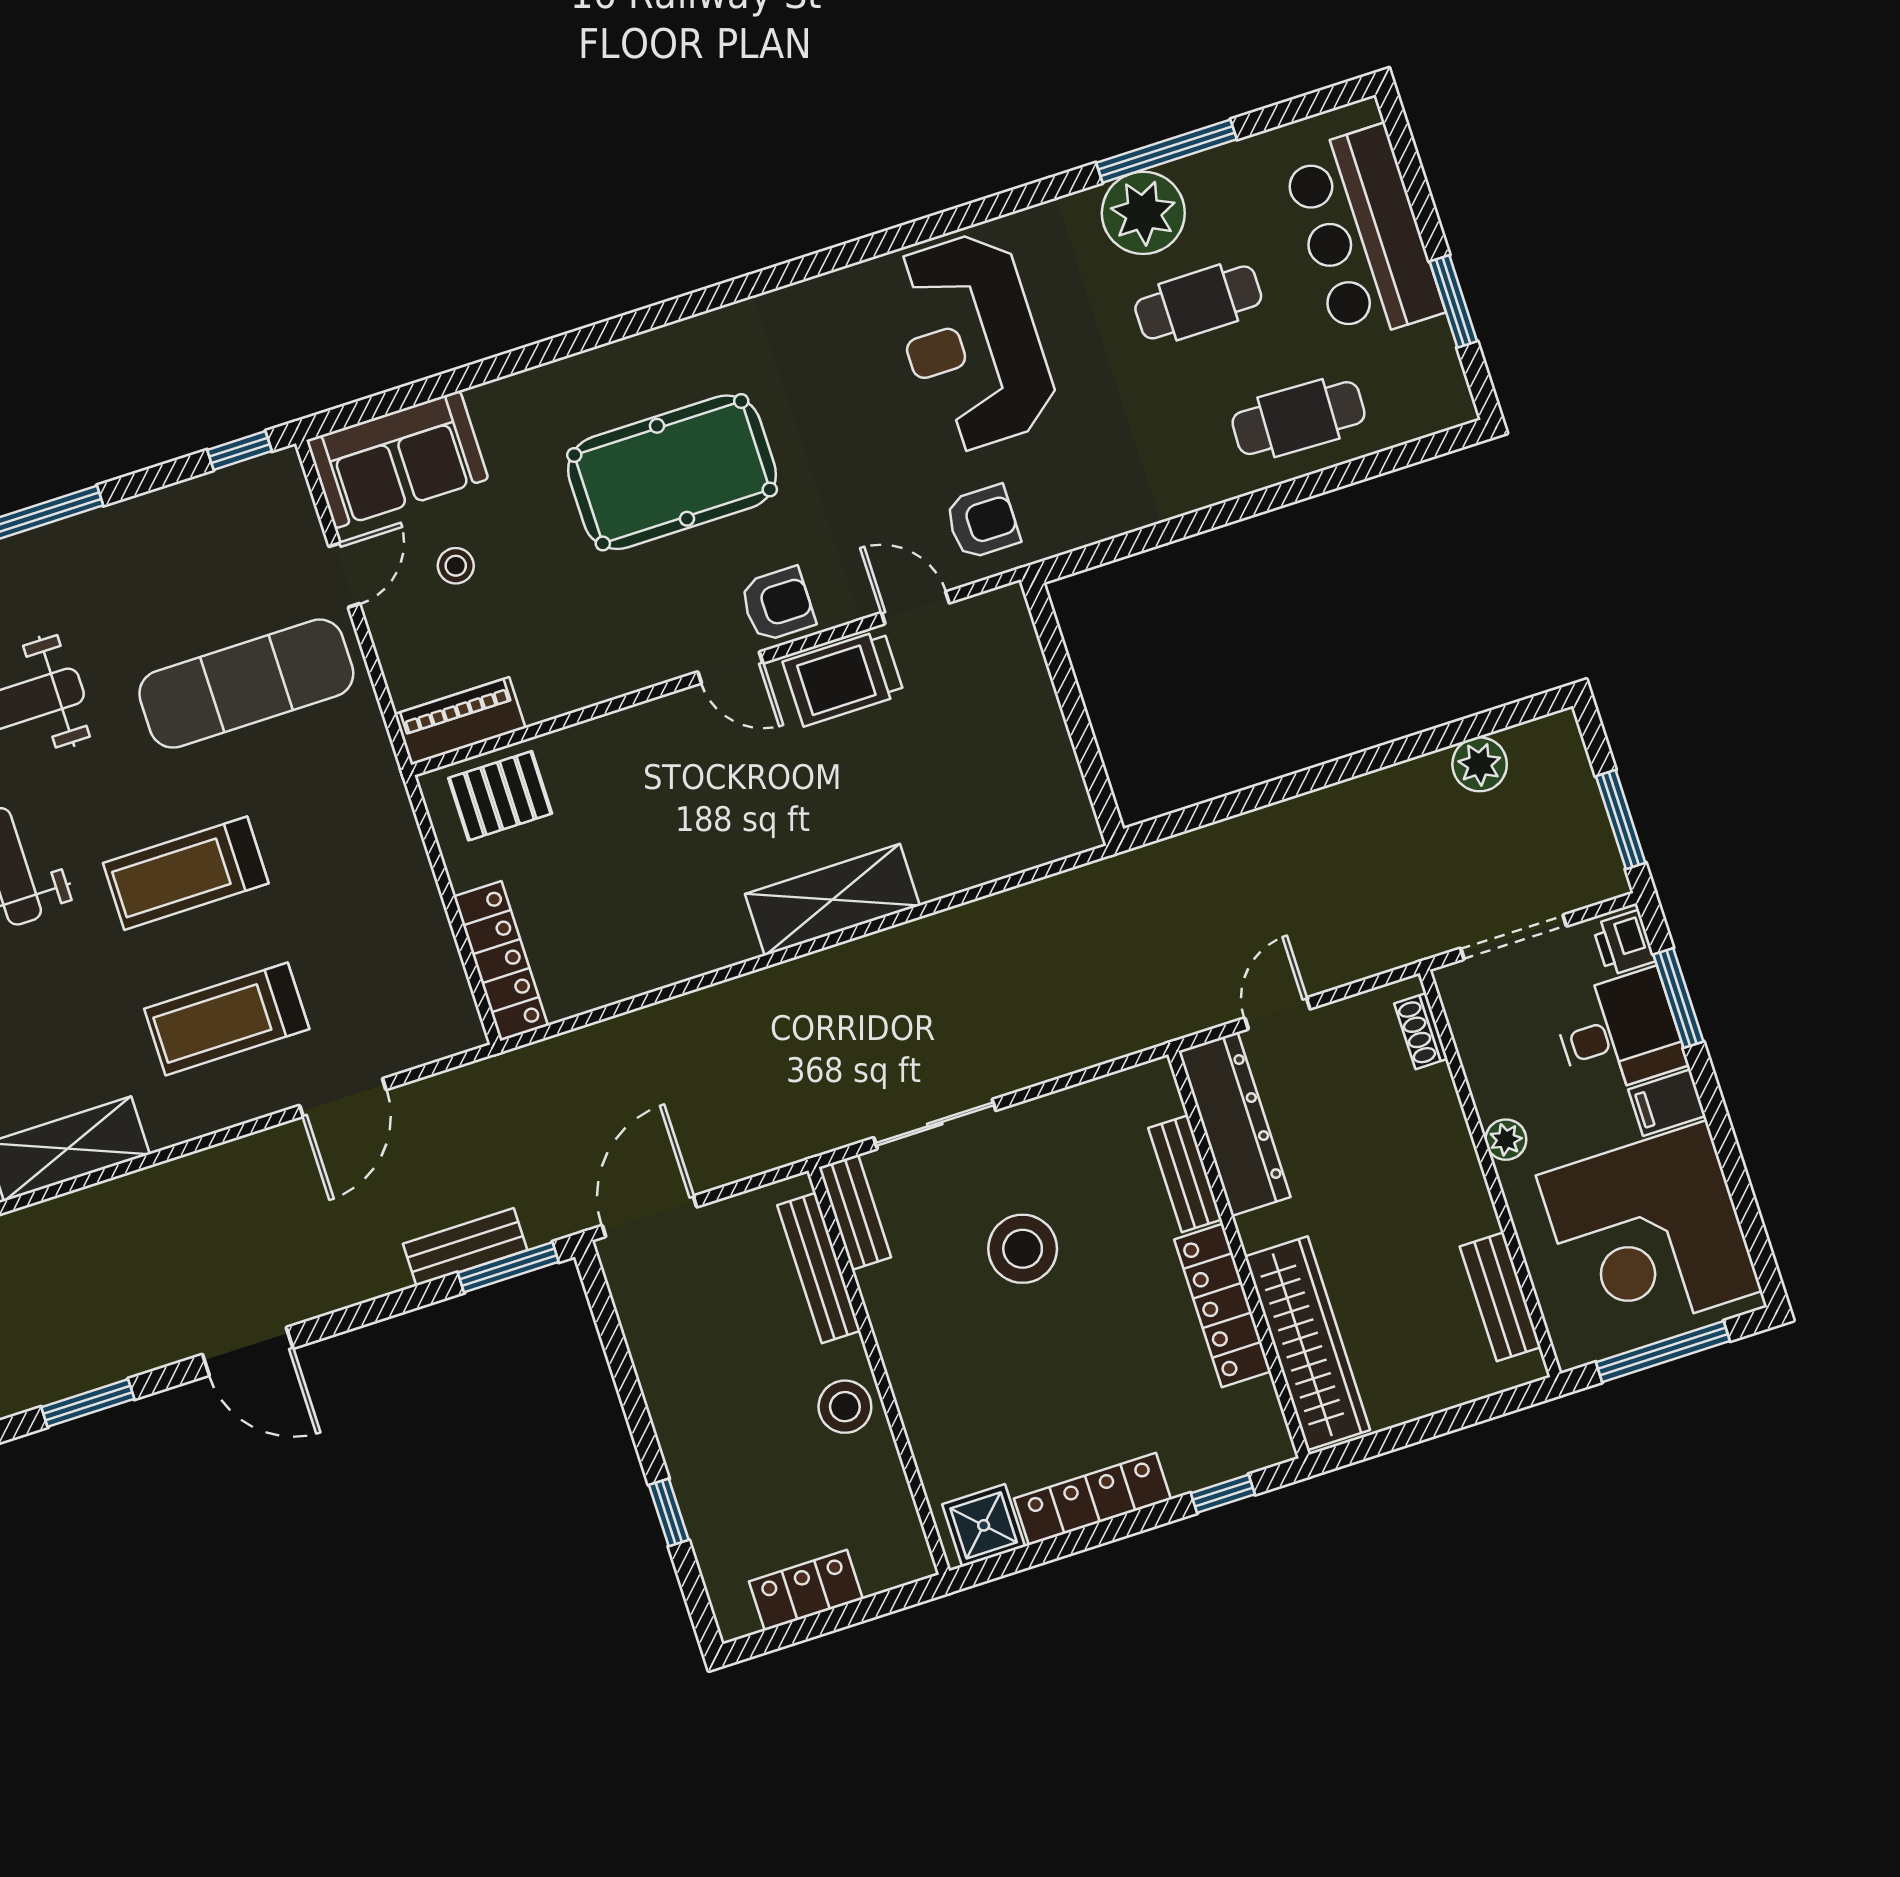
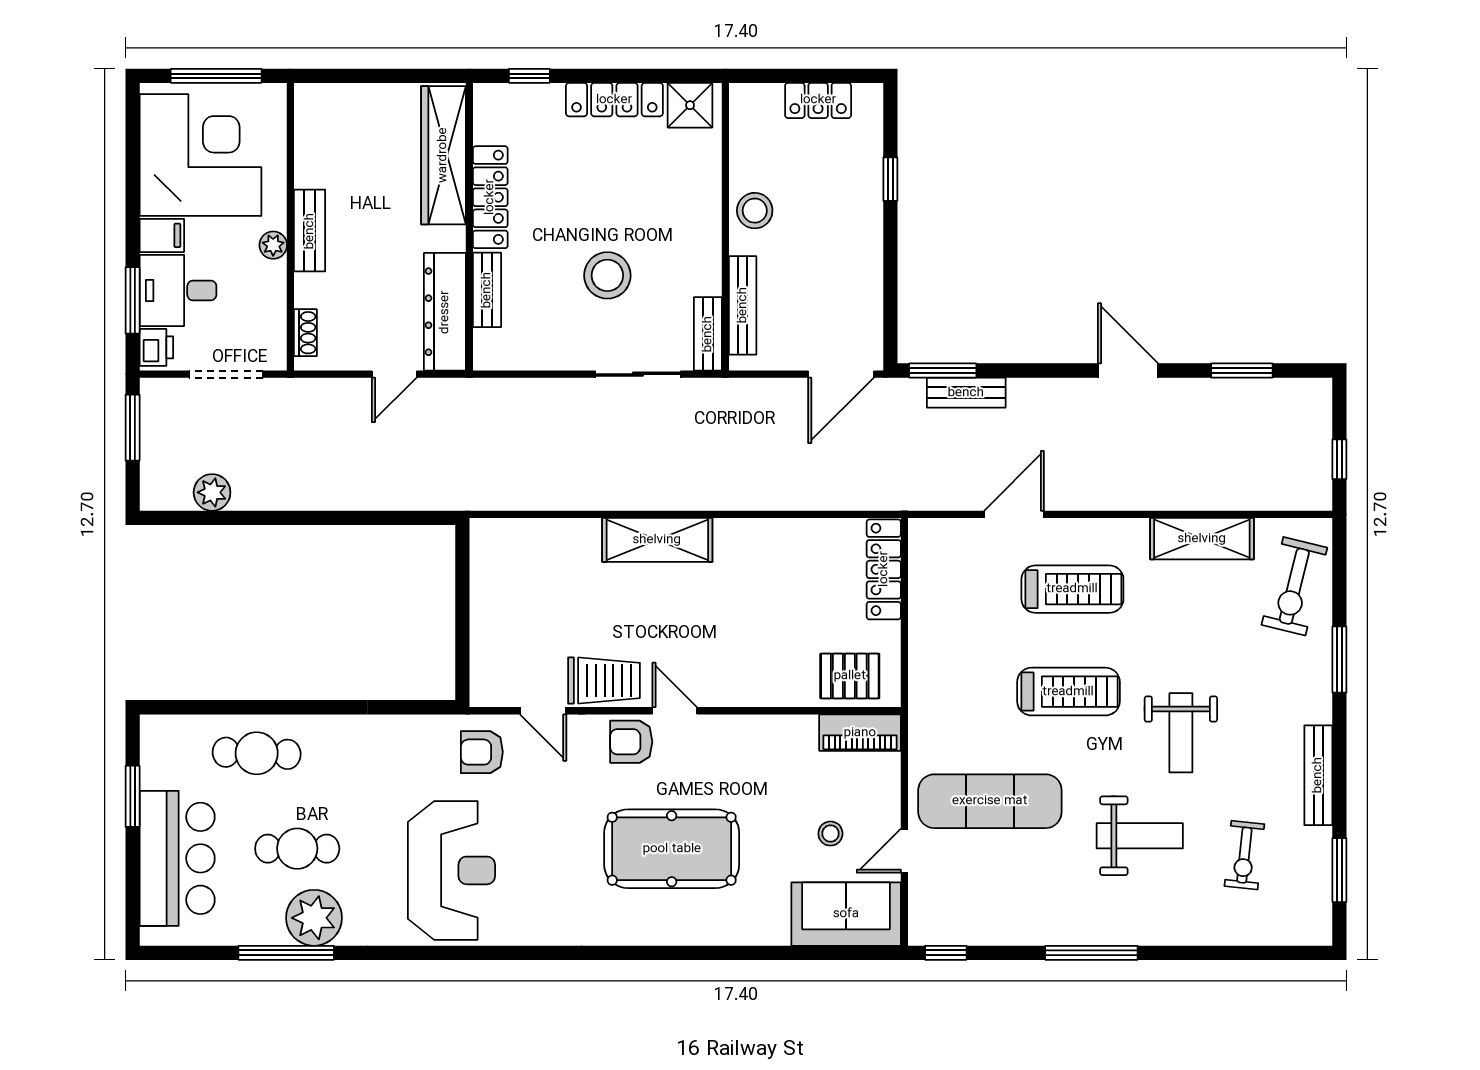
bench: (1500, 1297) -> (310, 231), moved

